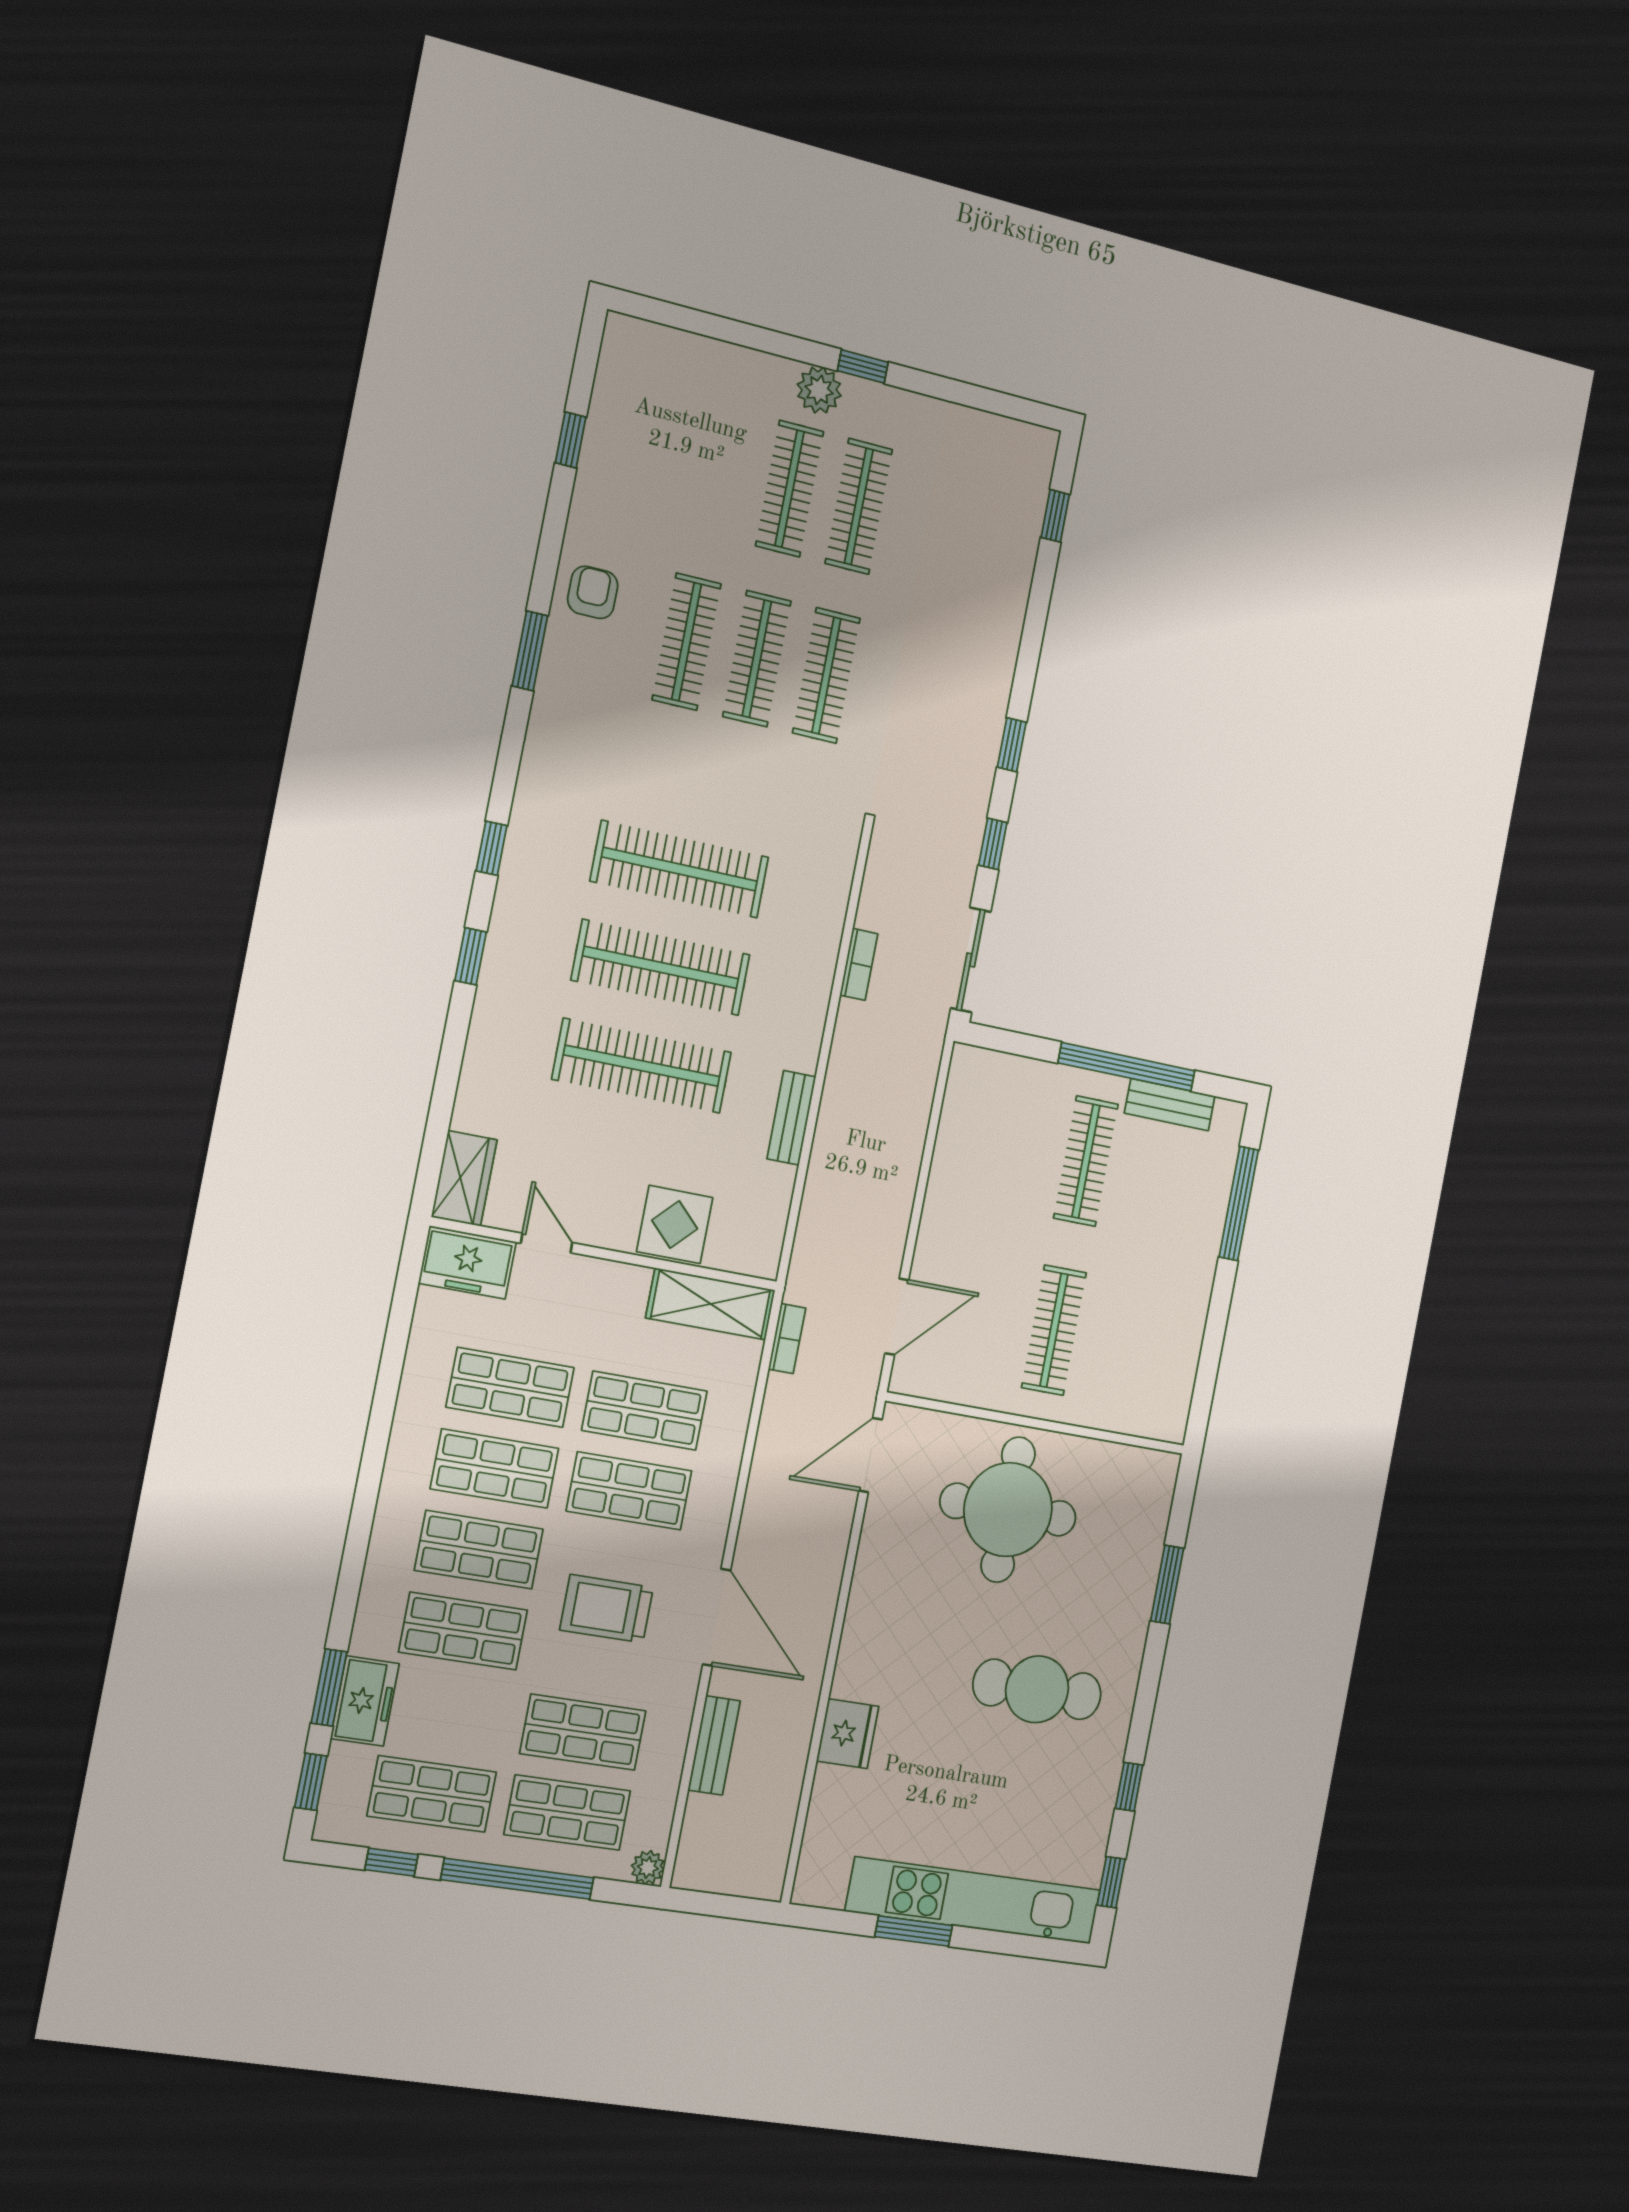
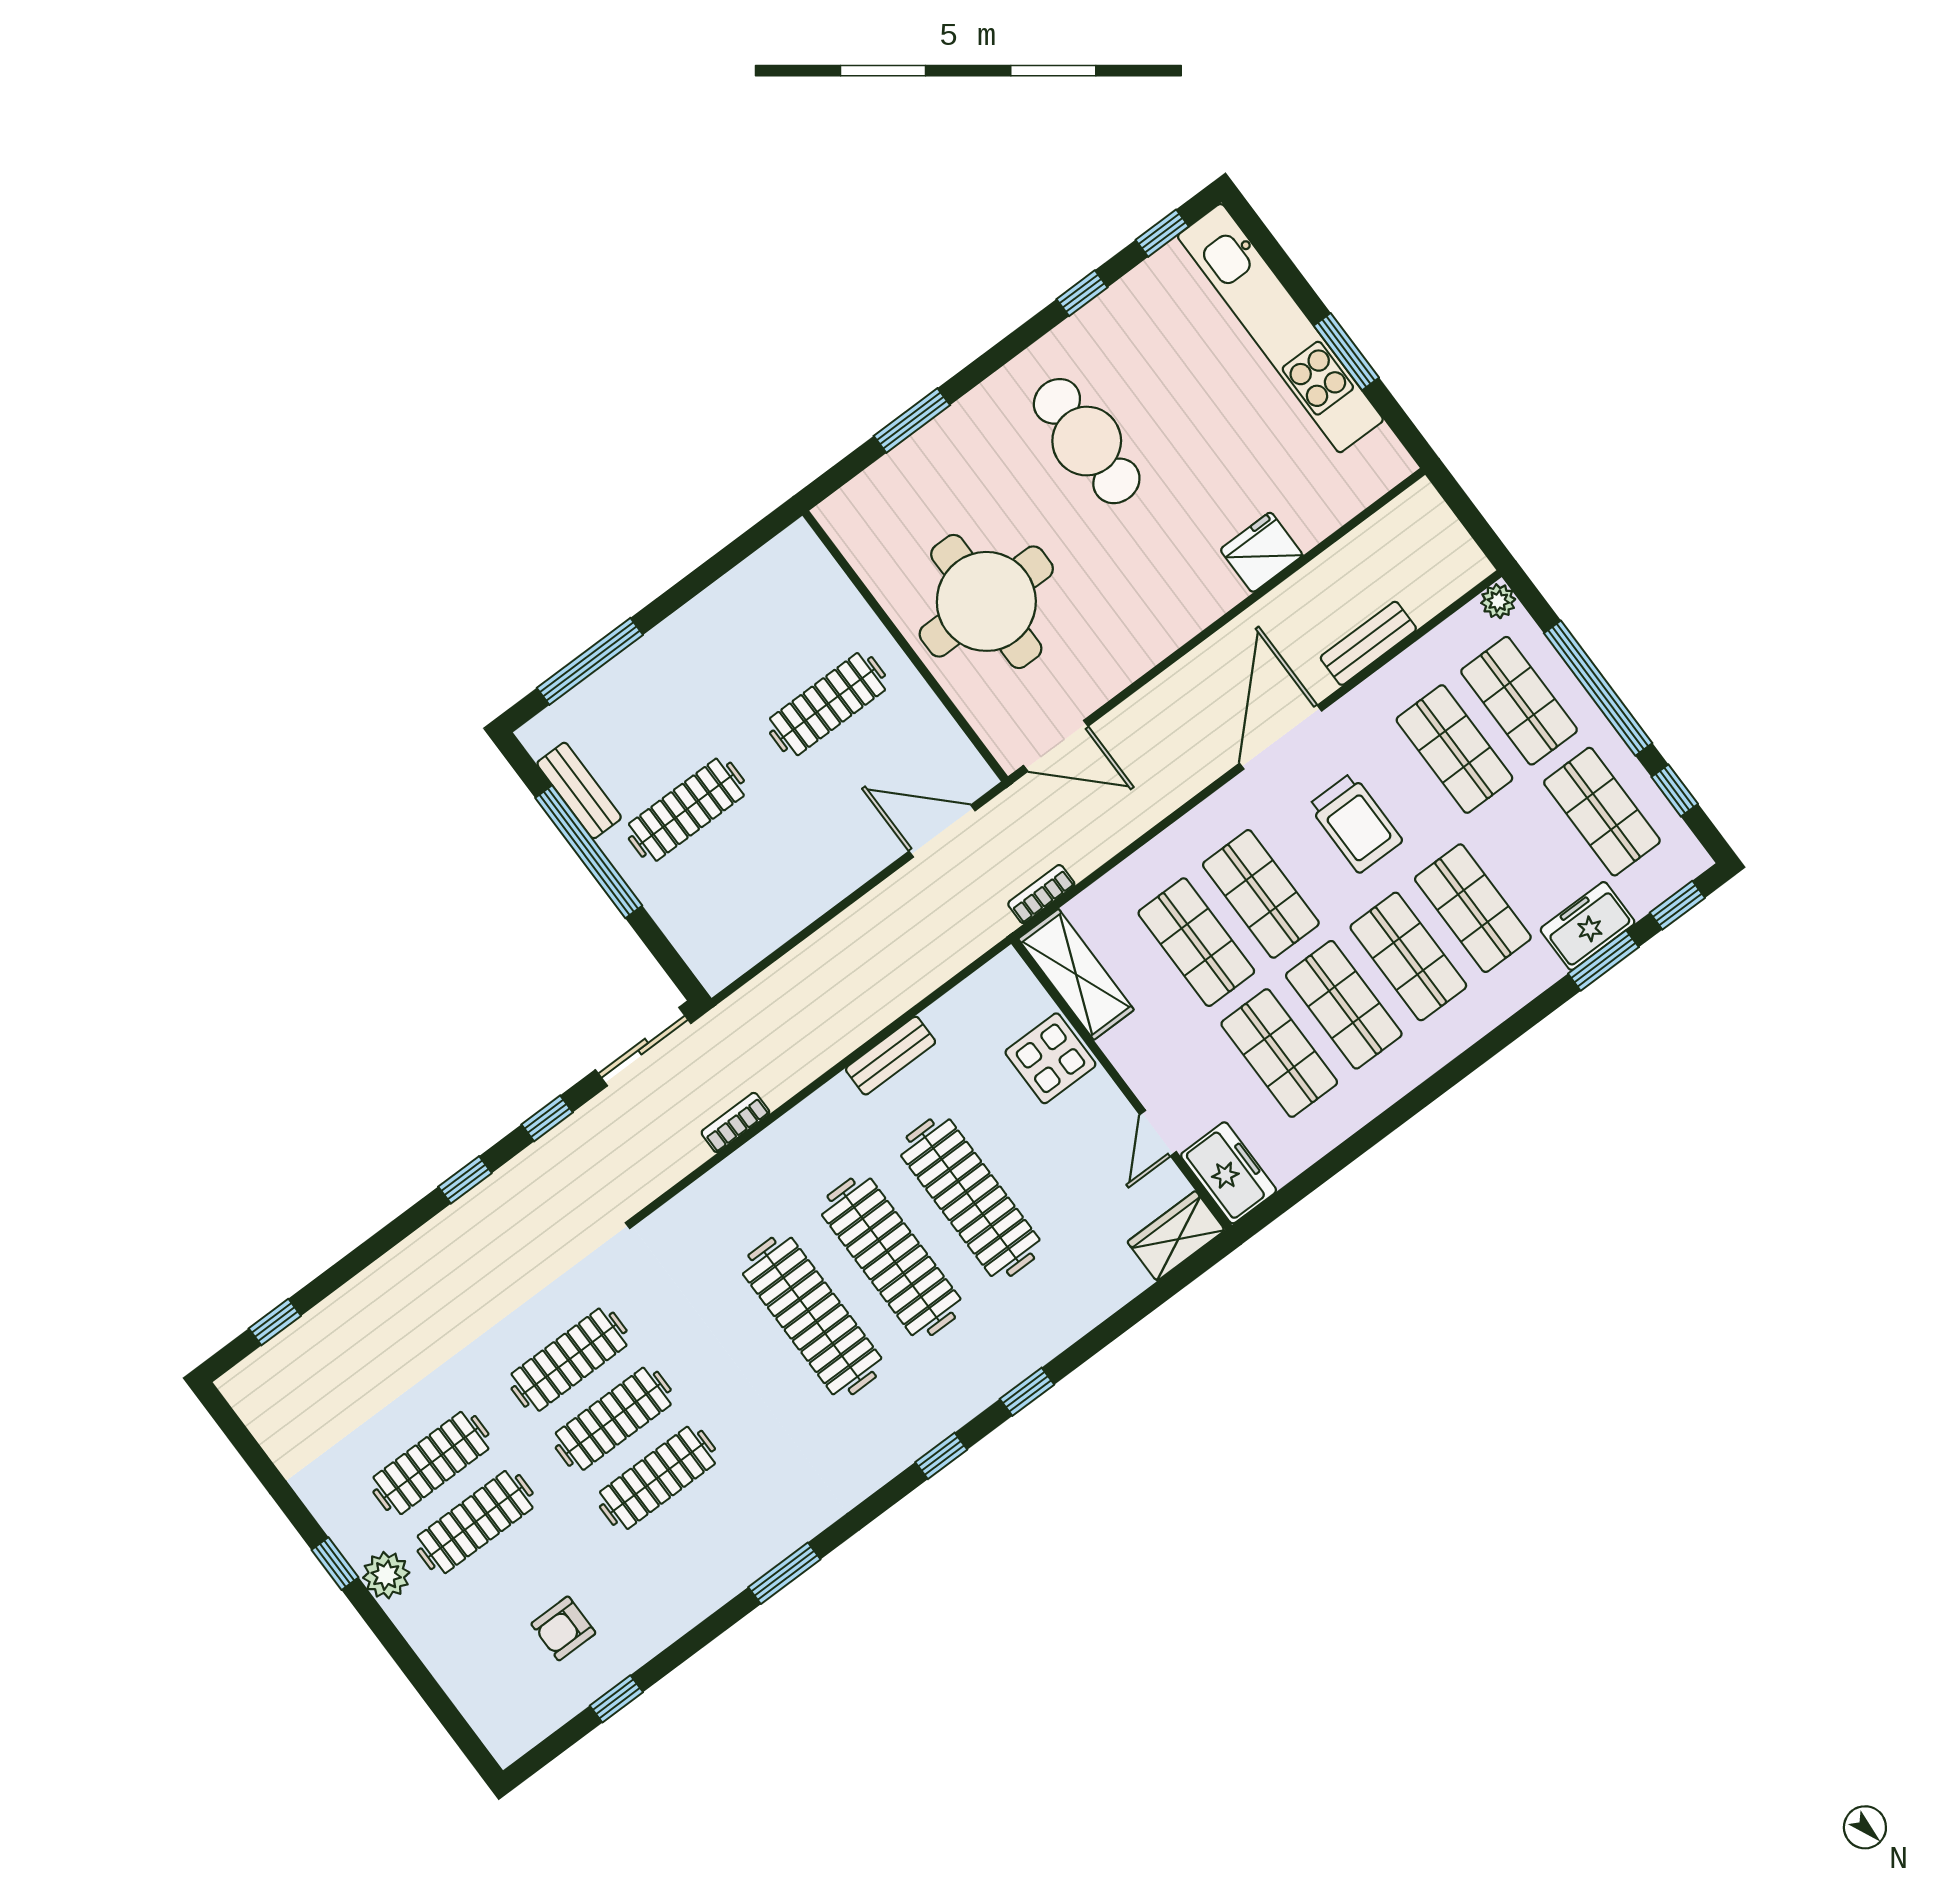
armchair: (593, 592) -> (563, 1628), moved

